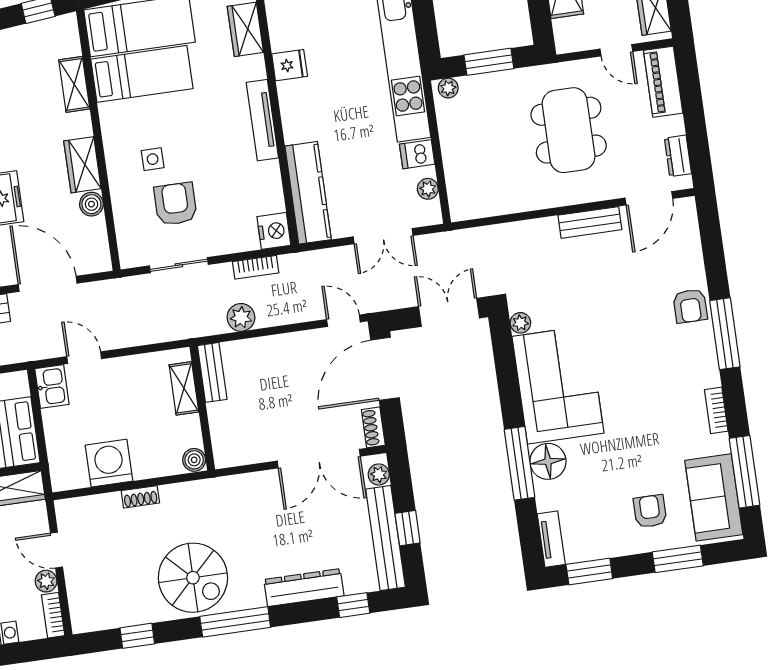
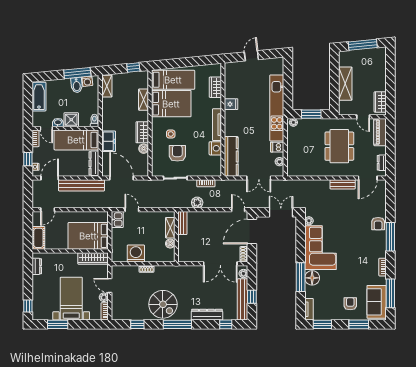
bed: (142, 74) -> (171, 104), width x1.50
nightstand: (274, 231) -> (215, 148), moved
boiler: (194, 460) -> (170, 244), moved

